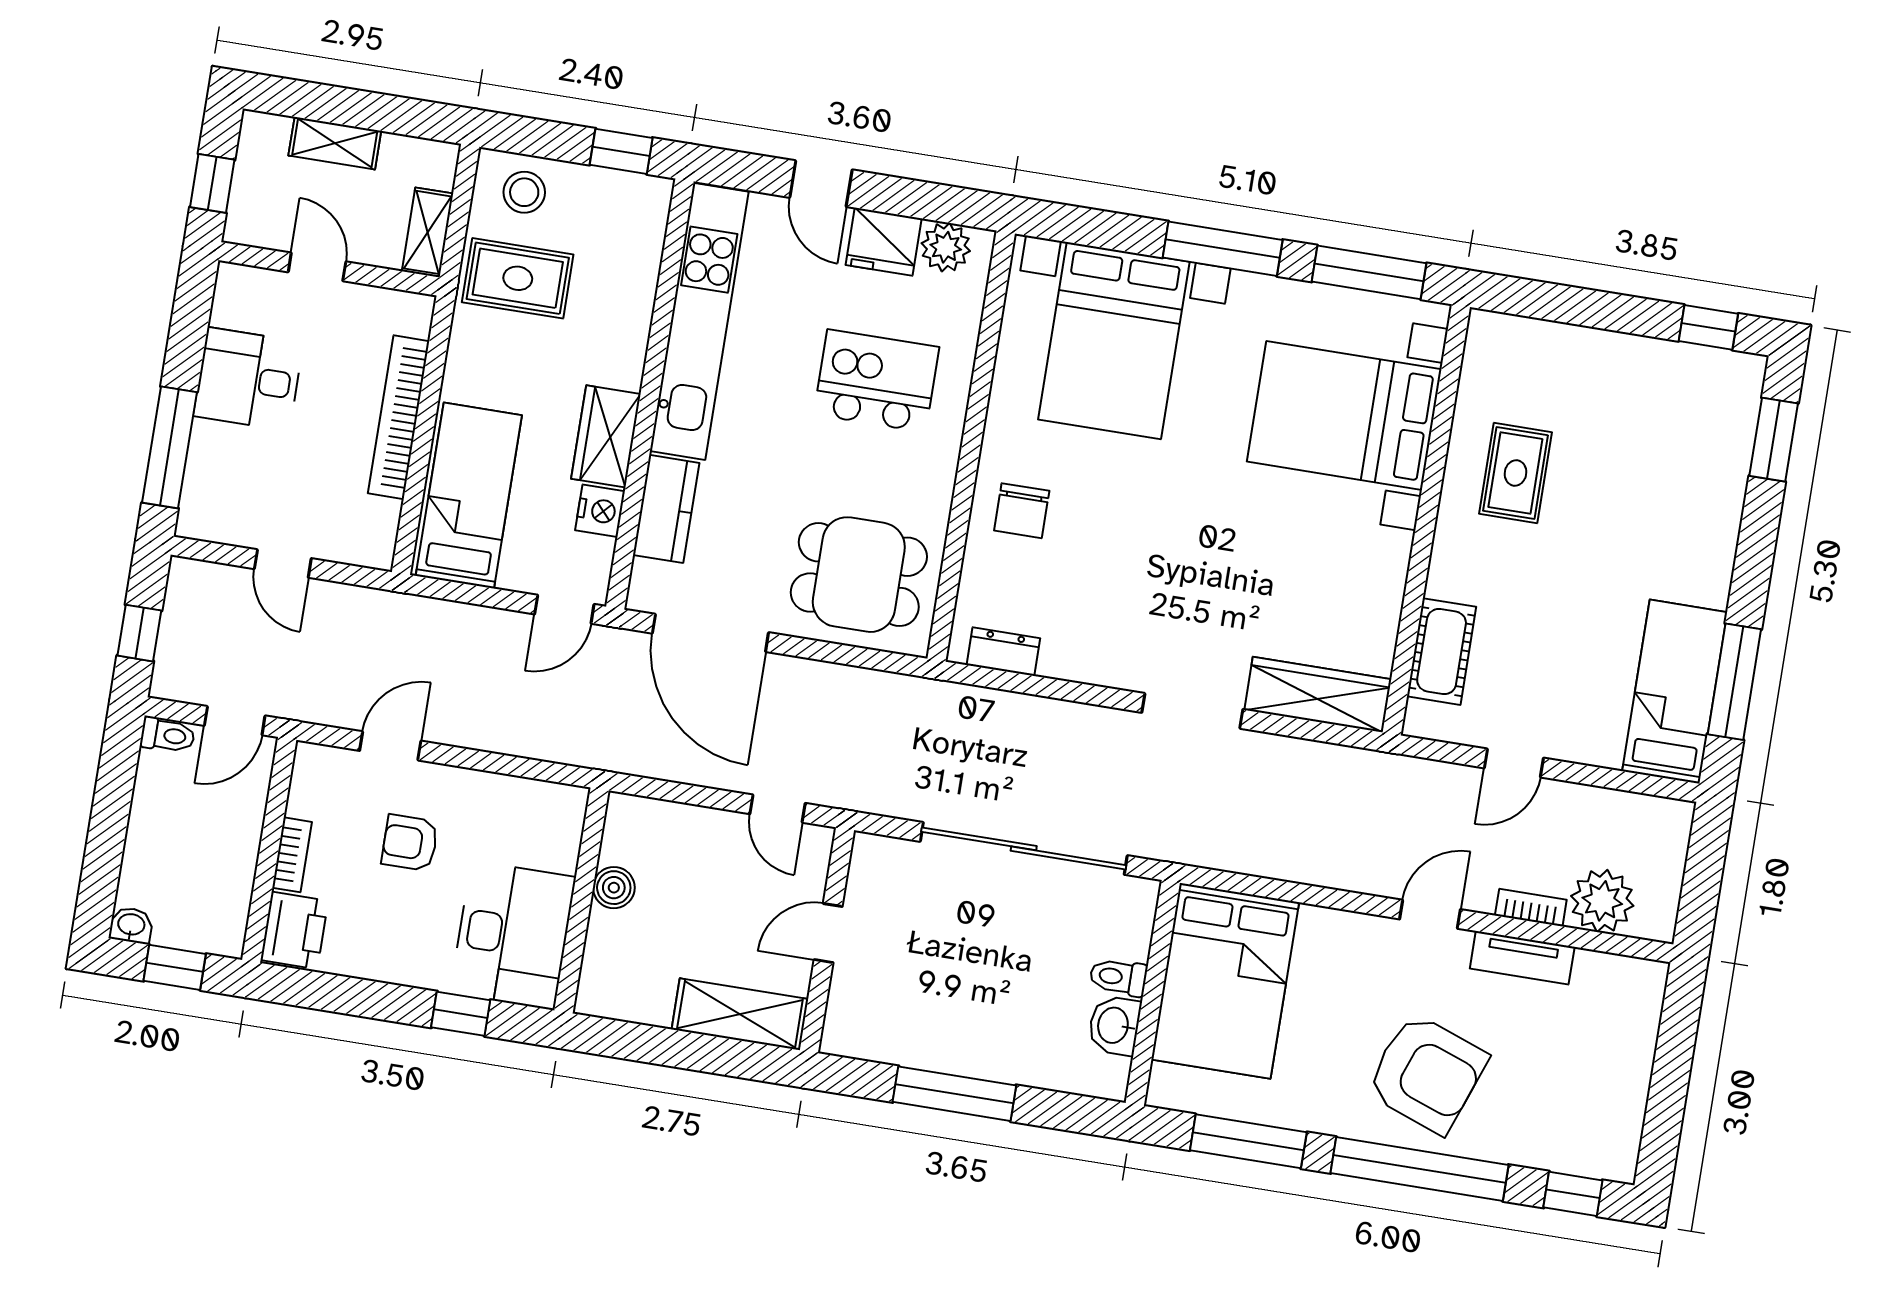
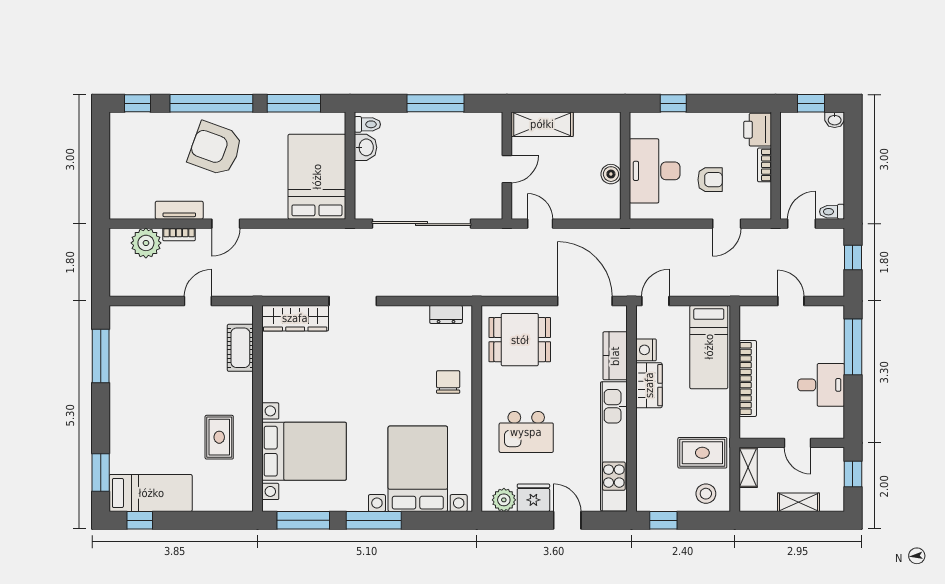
bed: (1675, 692) -> (151, 493), moved, turned -90
desk: (513, 935) -> (655, 171), moved
toilet: (1118, 977) -> (367, 124), moved

